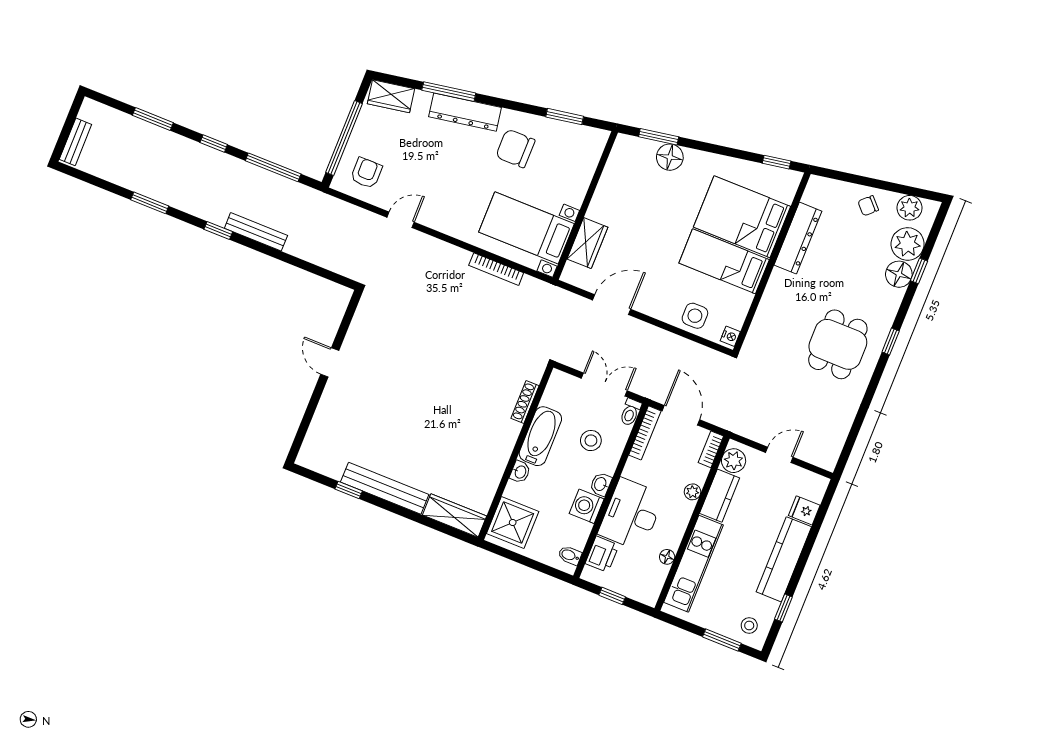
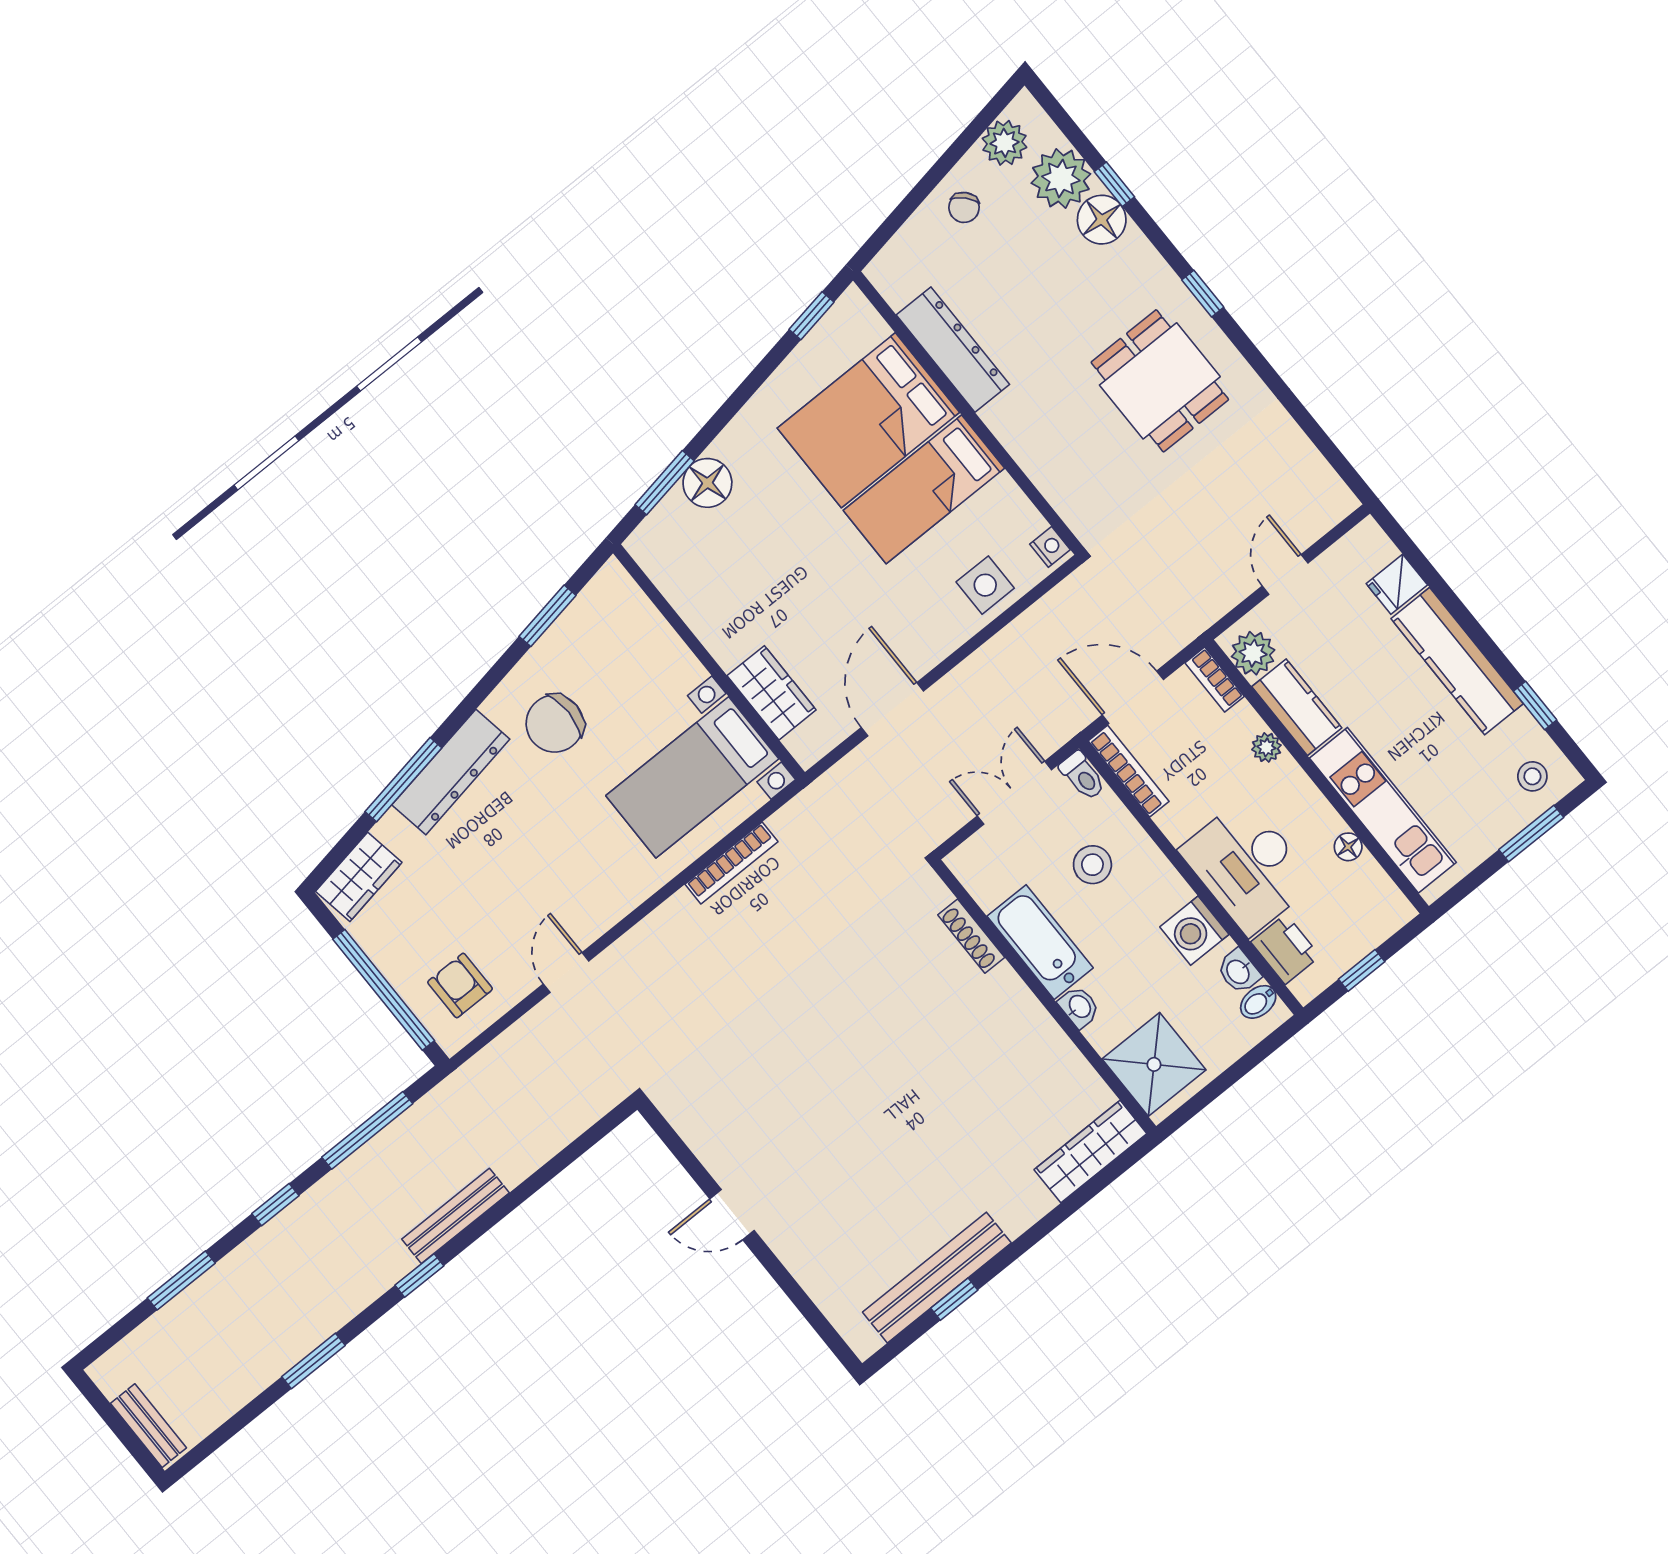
washbasin: (601, 484) -> (1239, 971), moved
bench: (385, 488) -> (937, 1278), moved

